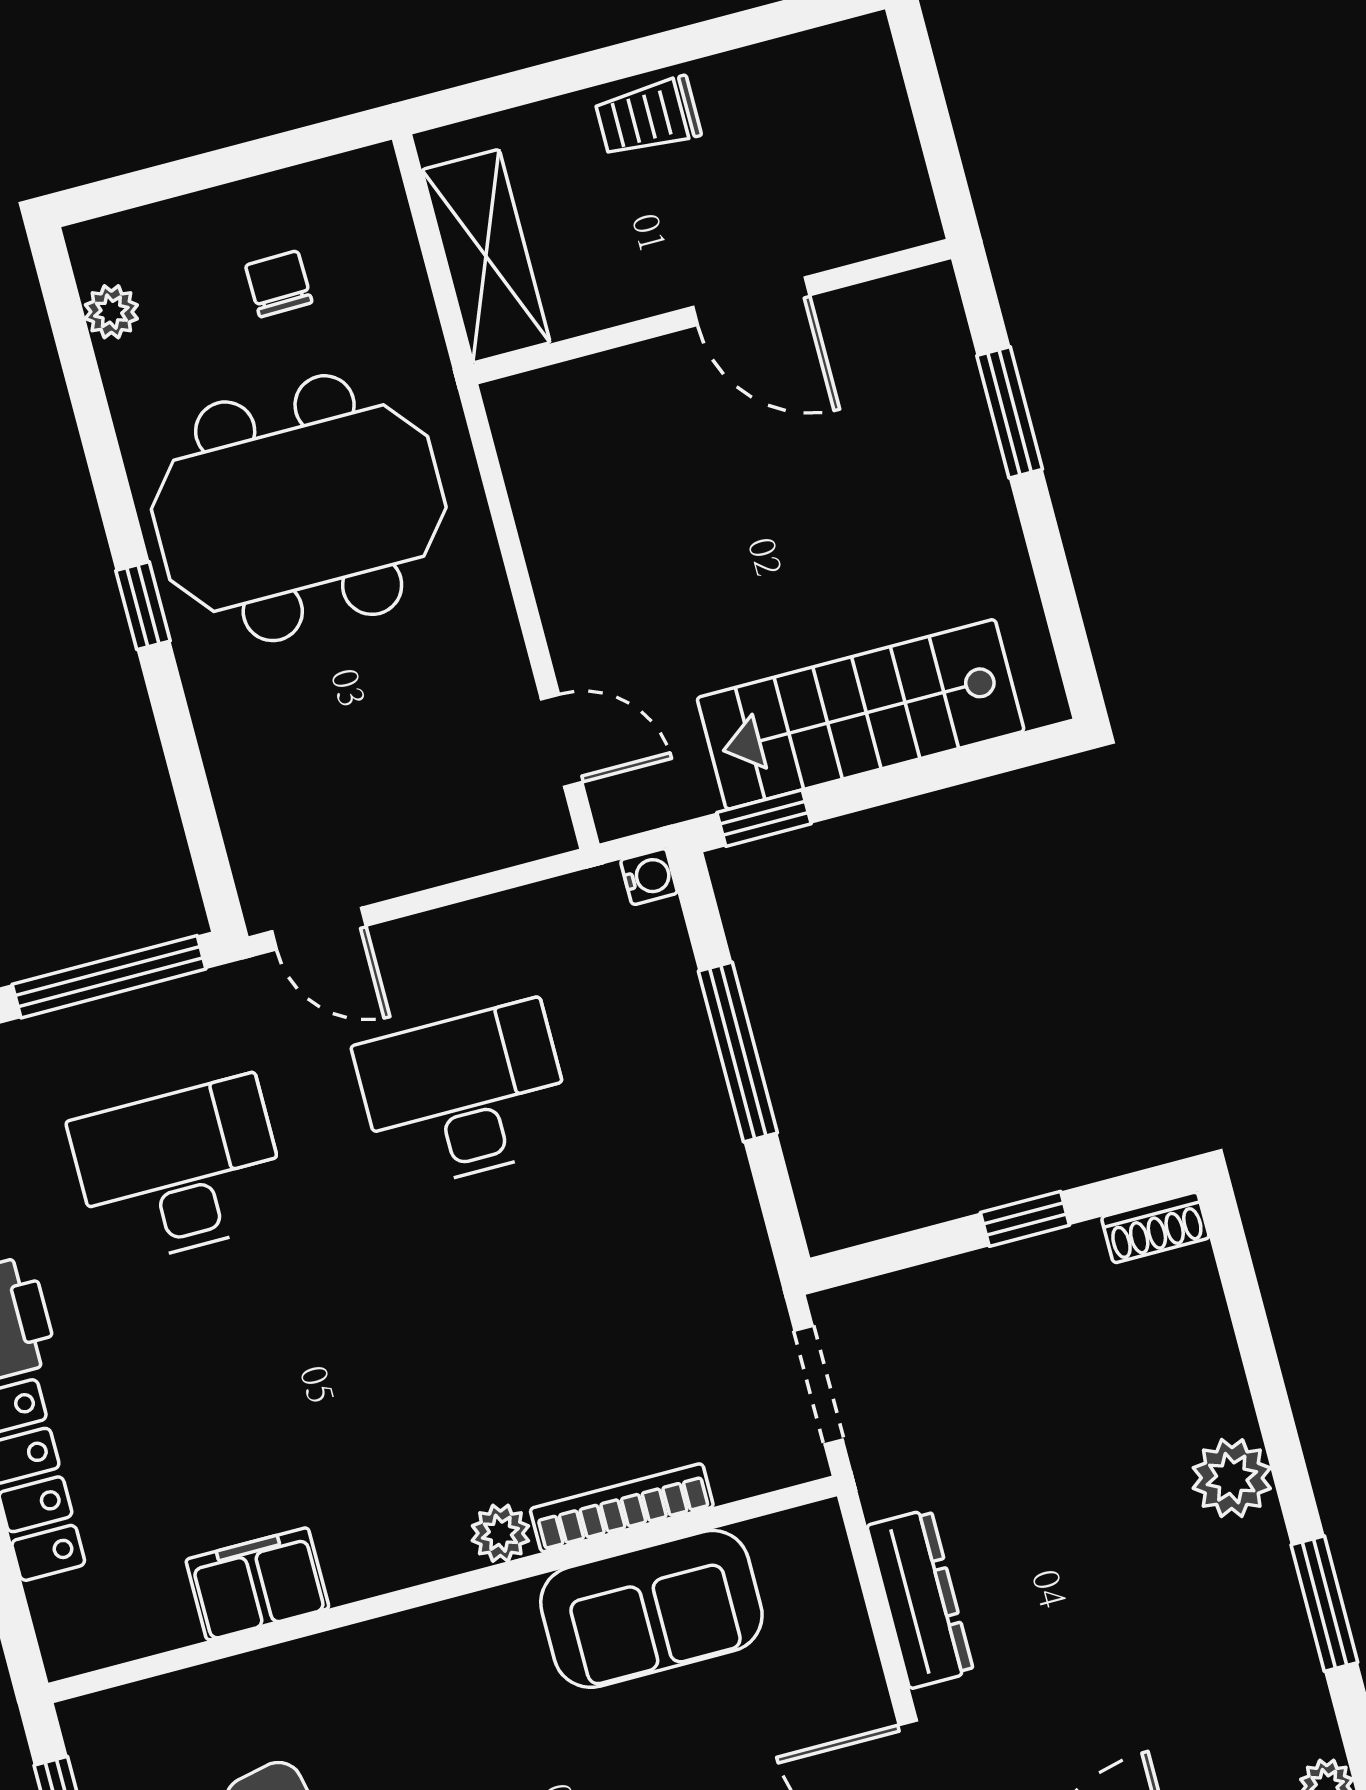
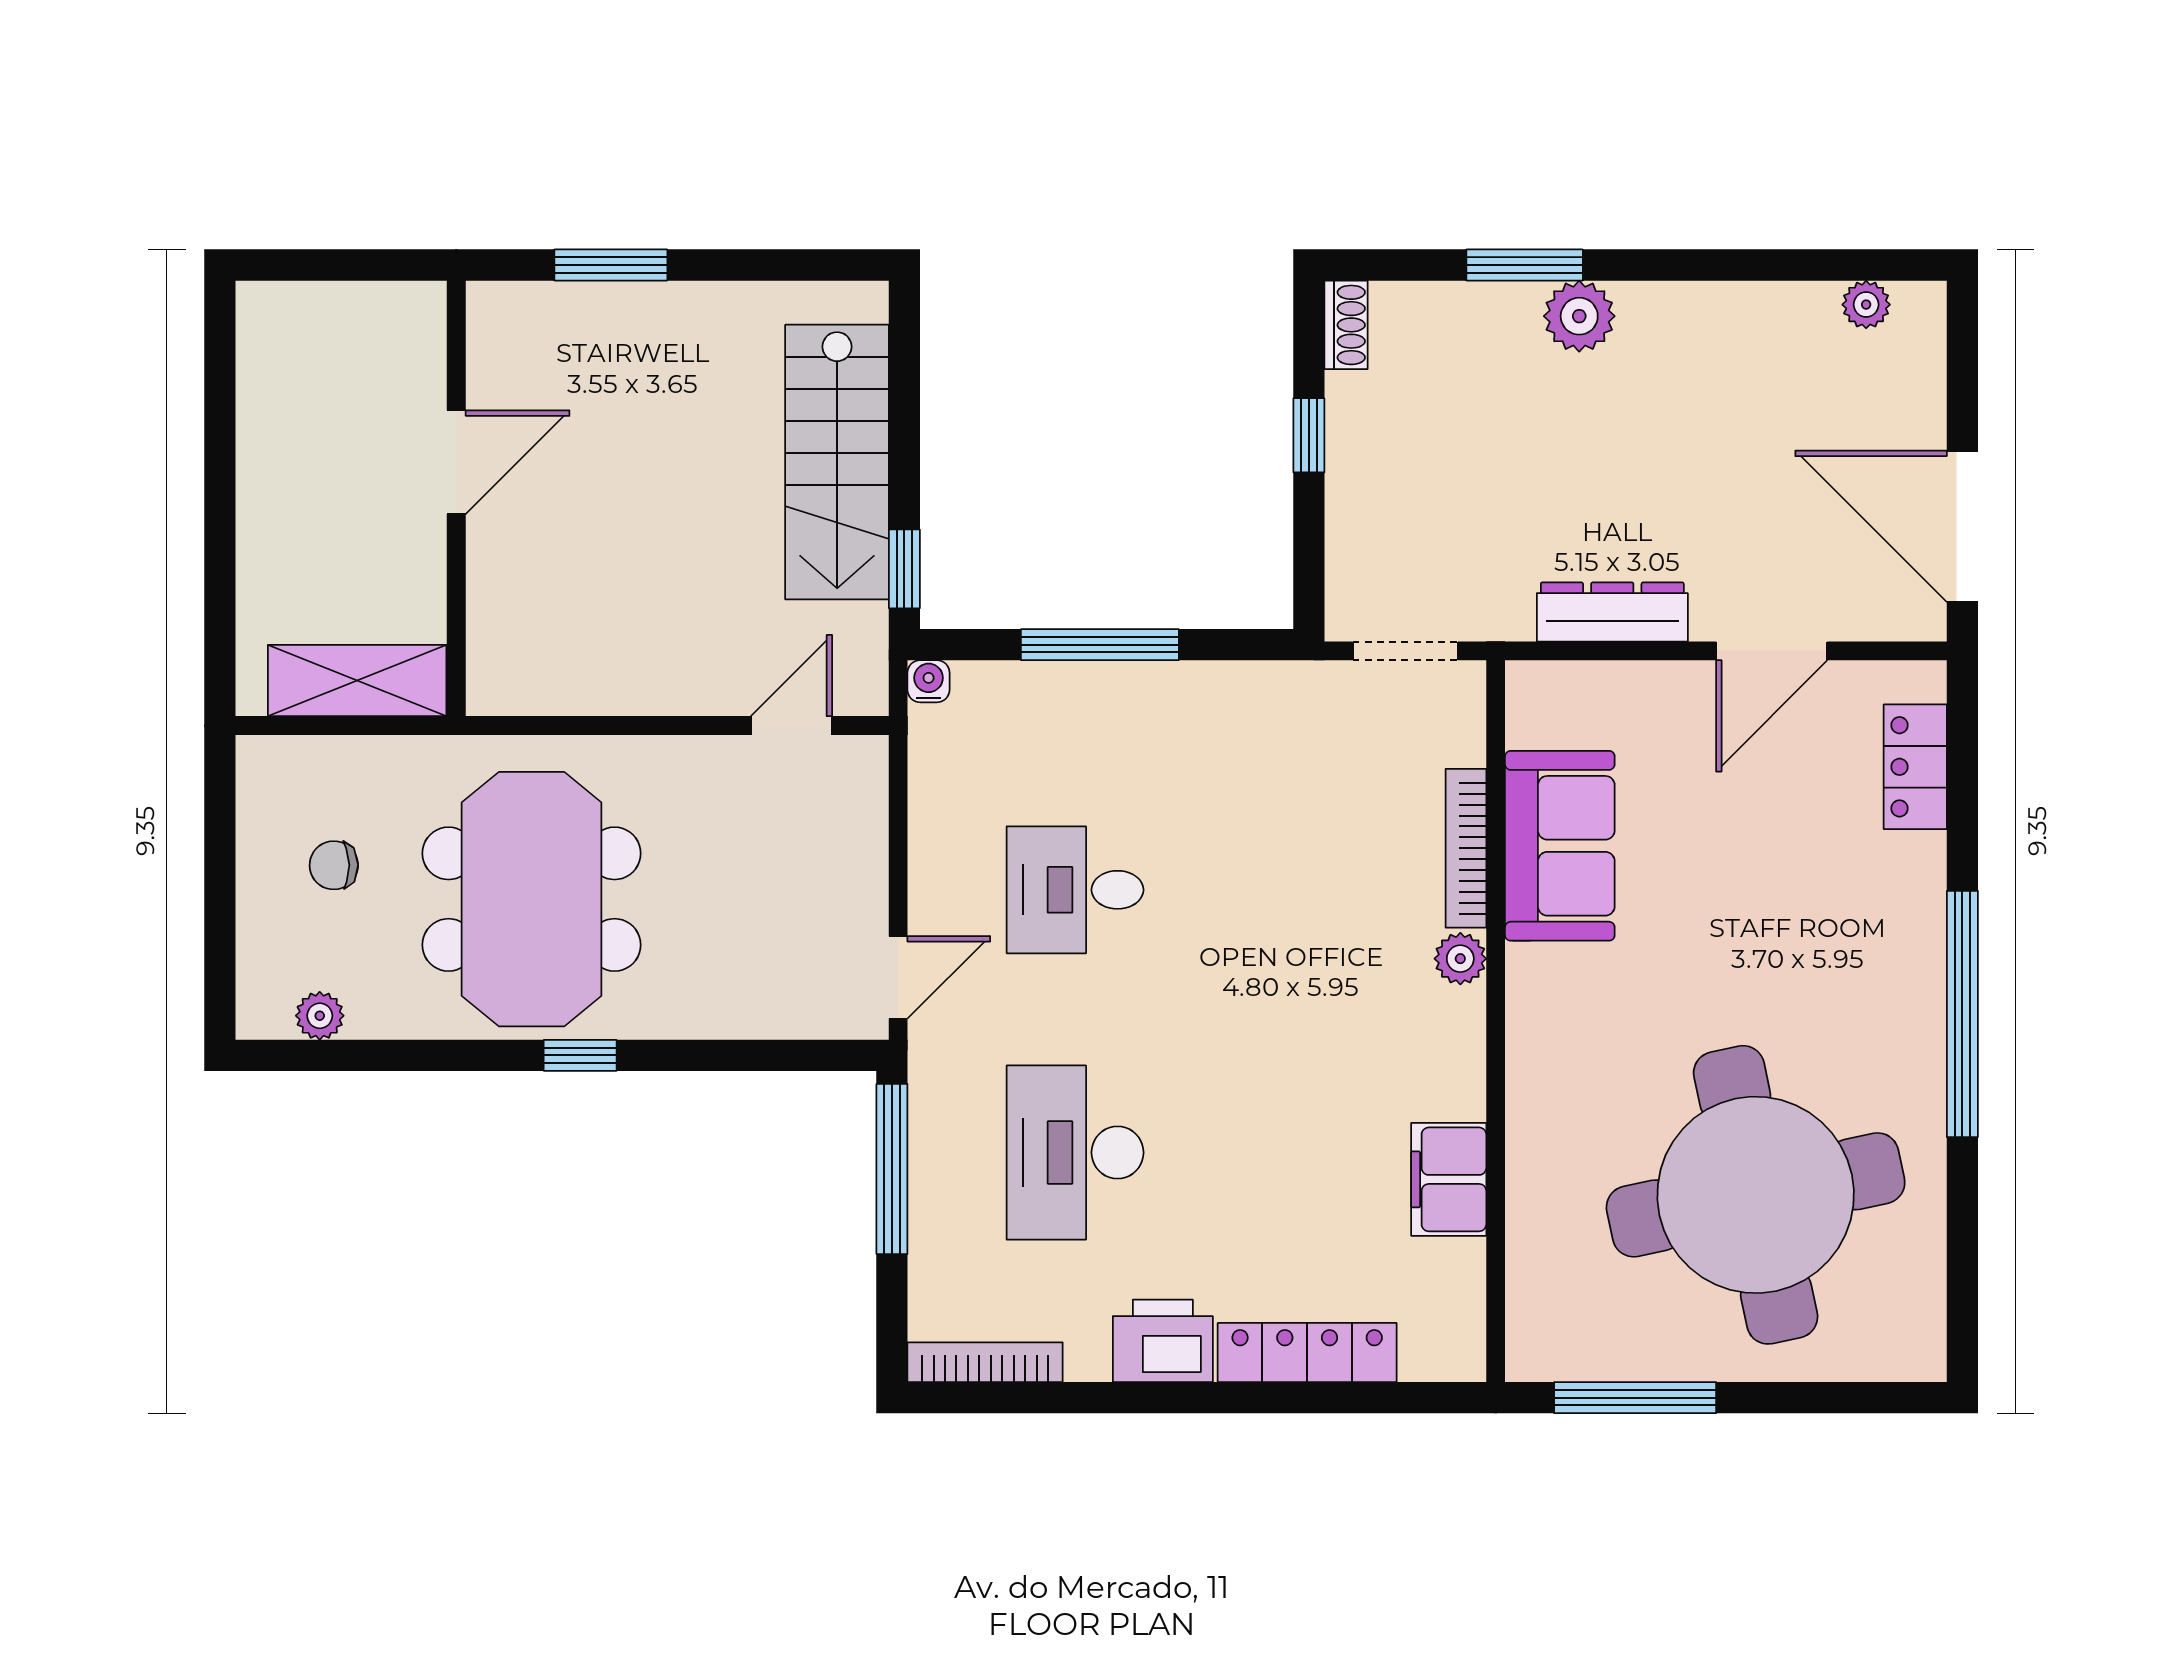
trolley: (648, 117) -> (274, 509), removed
desk: (465, 1095) -> (1075, 890), width x0.73
window: (1324, 1604) -> (1525, 265), moved

